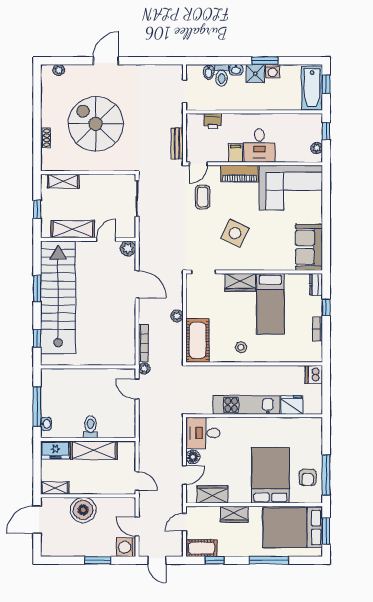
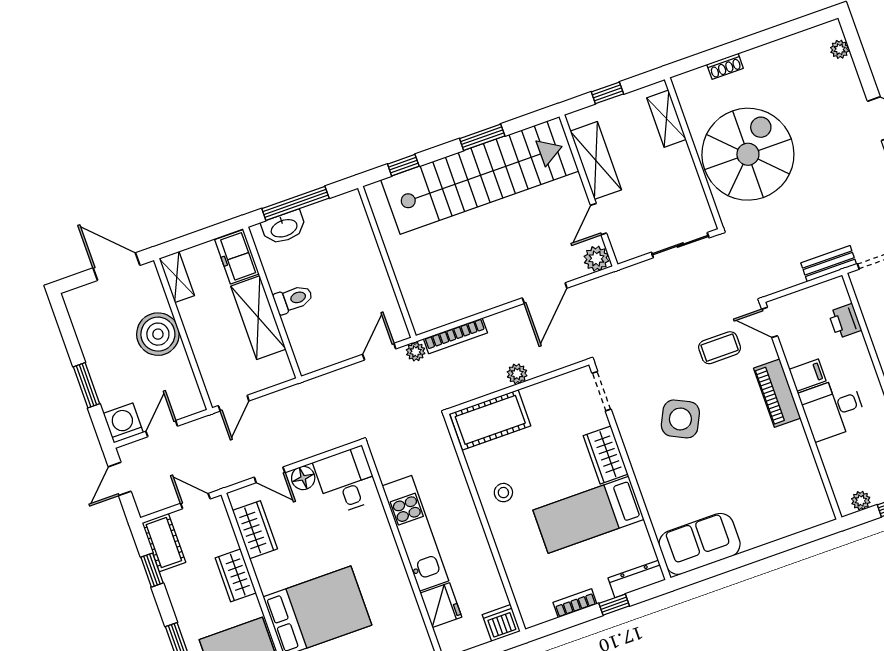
spiral stairs: (96, 124) -> (748, 154), moved
bench: (177, 143) -> (829, 264), moved
corner sofa: (291, 188) -> (784, 482), removed
door: (106, 239) -> (599, 219), swing flipped
dresser: (316, 285) -> (637, 579), width x1.44
washbasin: (46, 424) -> (284, 228), width x1.91, depth x1.45

